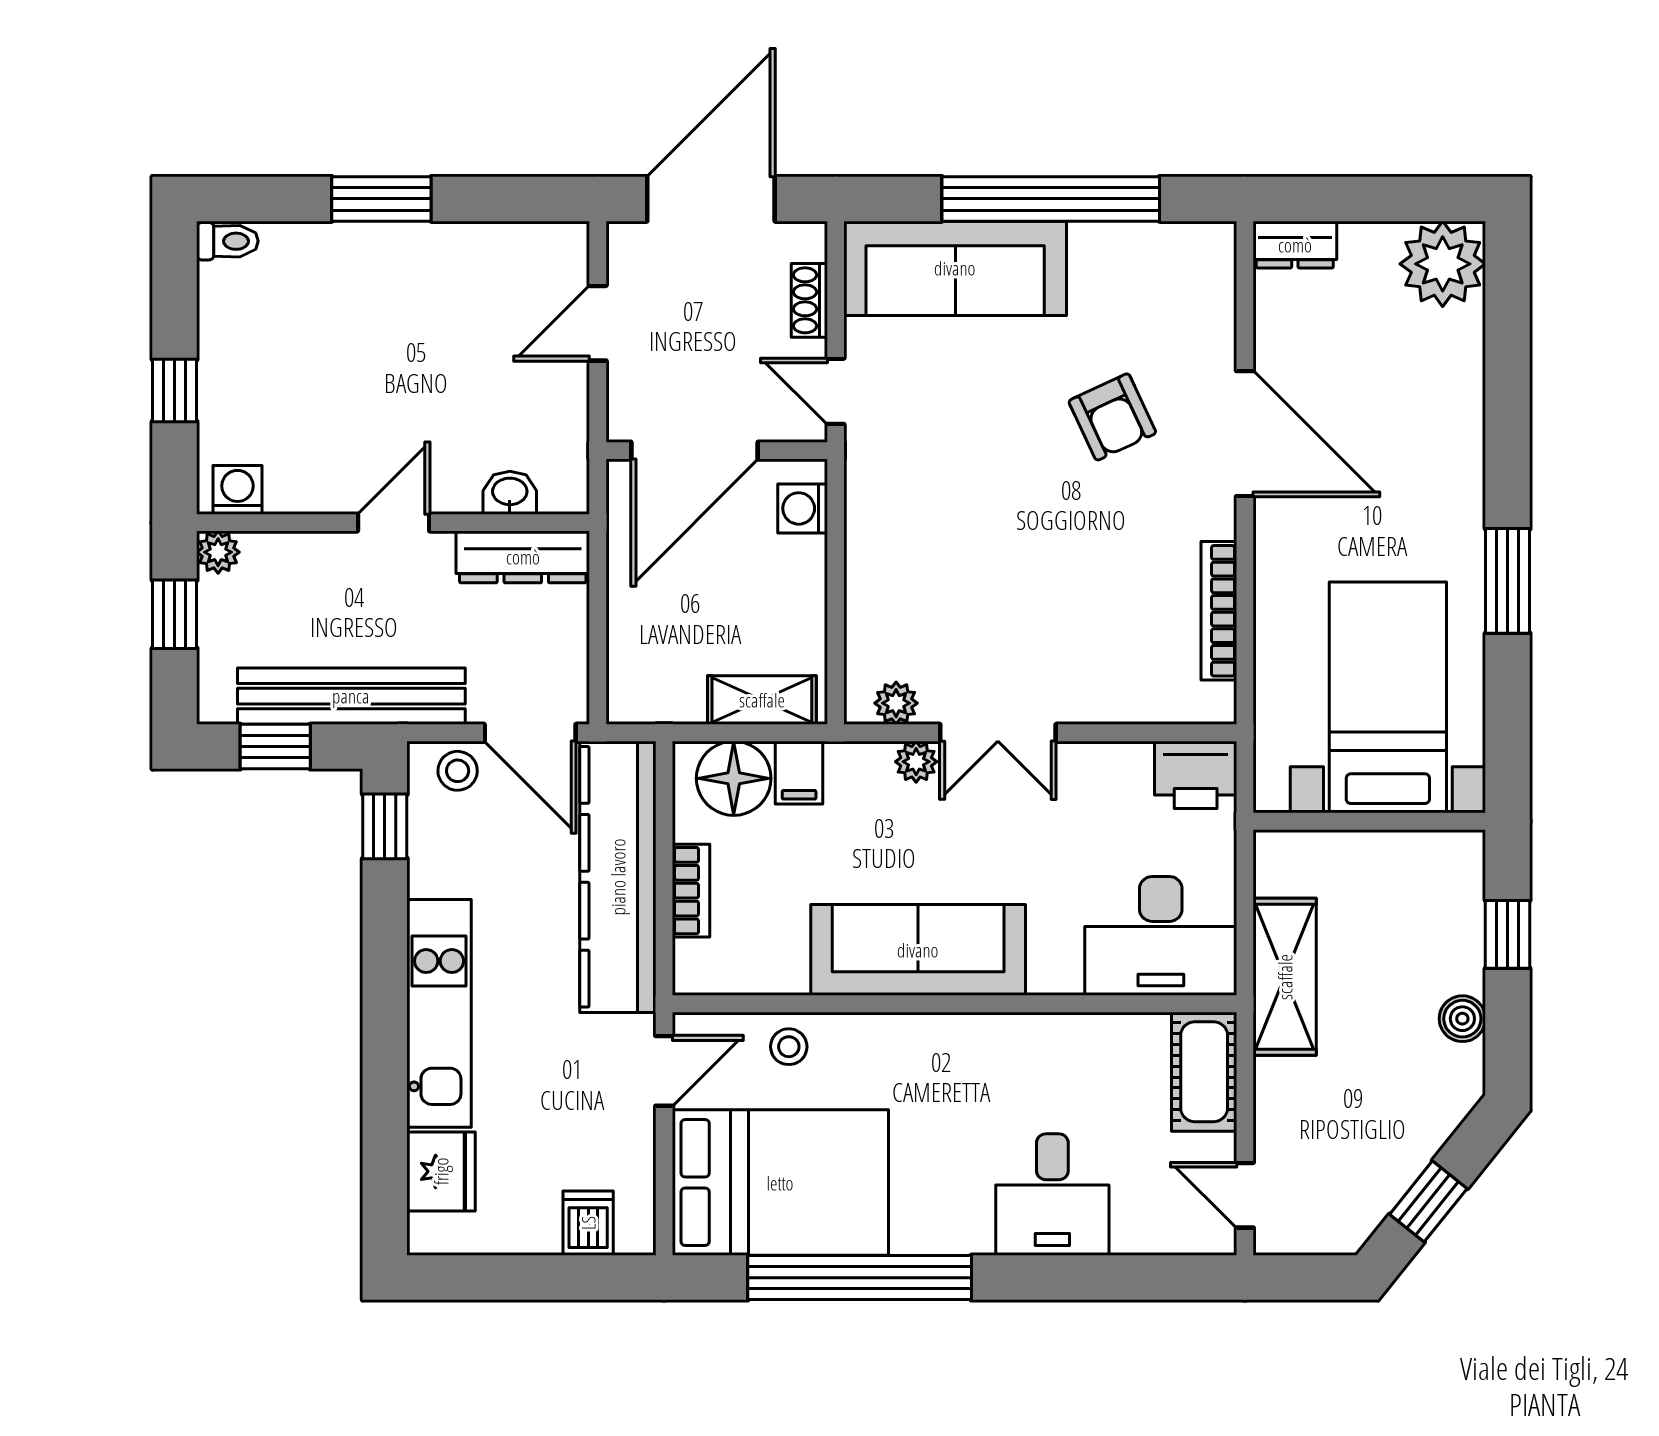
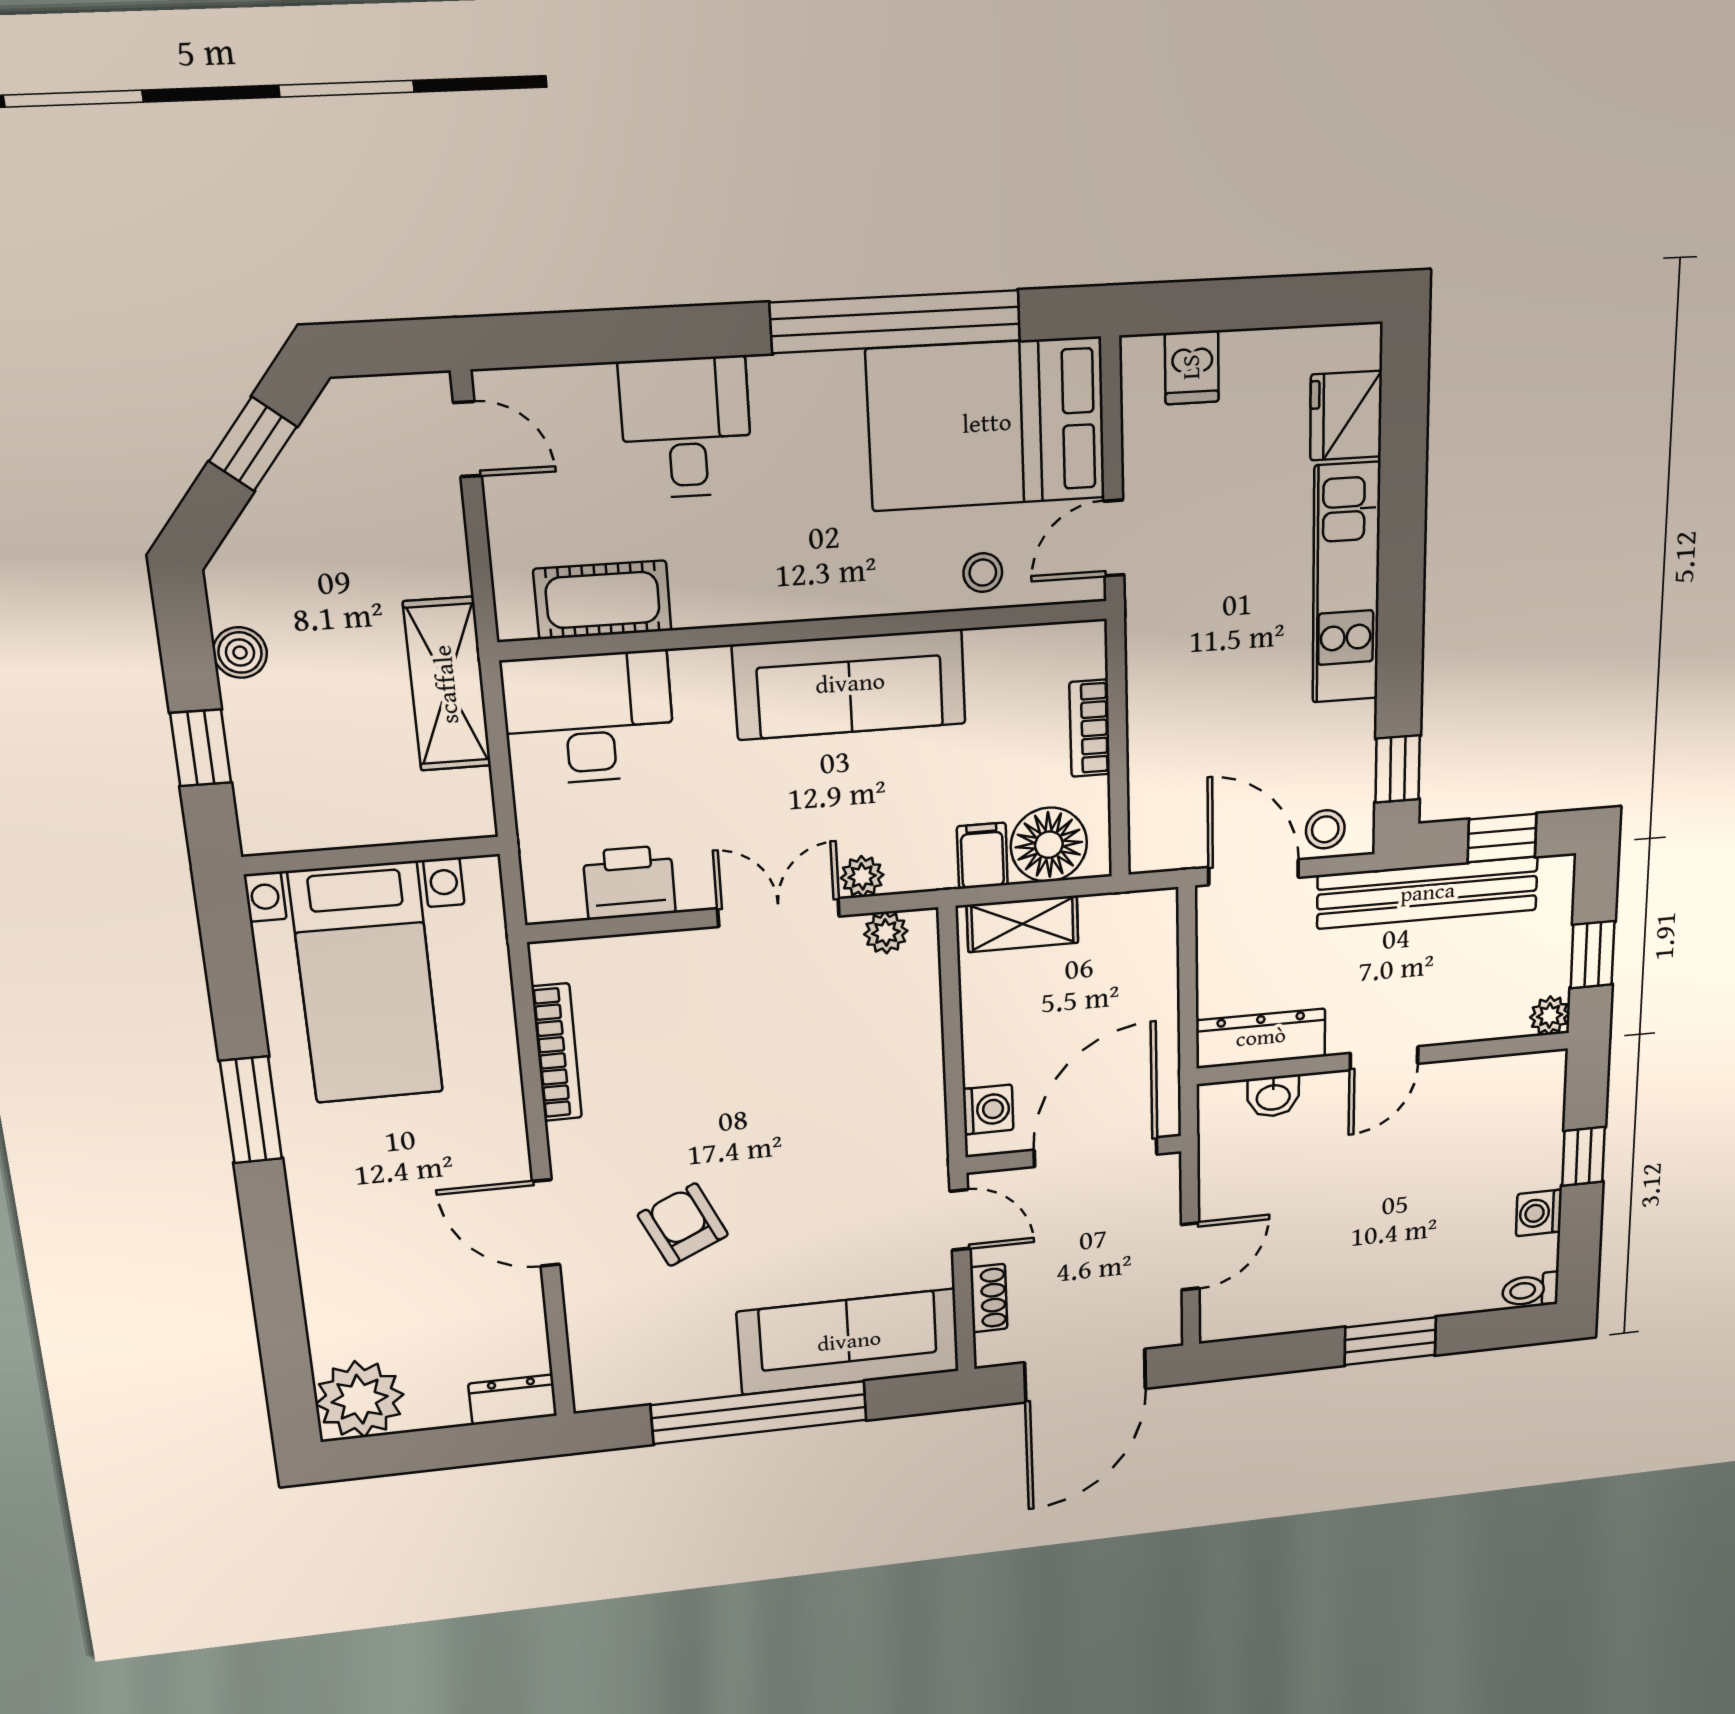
door: (1245, 434) -> (546, 1223), width x0.73
washing machine: (238, 490) -> (1539, 1213), moved, turned 90
printer: (1196, 775) -> (629, 882), moved
kitchen counter: (618, 877) -> (1165, 737), removed
cot: (1204, 1072) -> (603, 600), moved, turned 90

